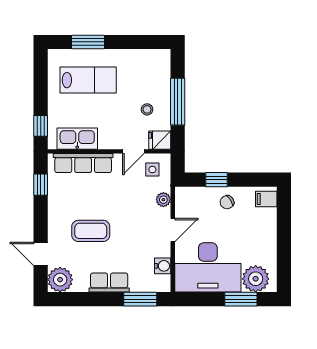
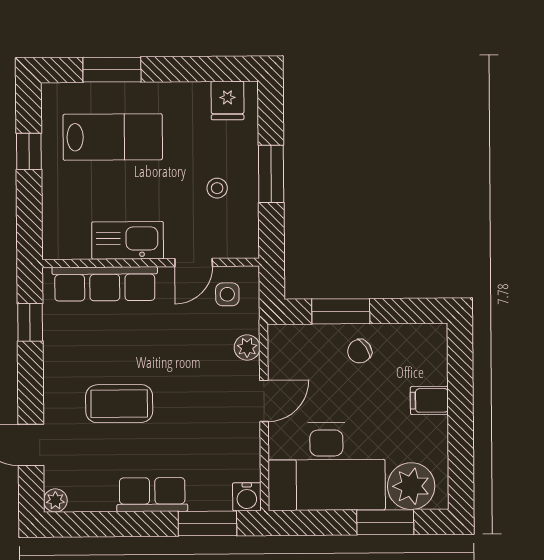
window: (178, 102) -> (271, 174), width x0.69
window: (41, 126) -> (29, 151), moved
kitchen sink: (77, 139) -> (128, 240), moved
fridge: (160, 140) -> (227, 101), moved, turned -90
window: (216, 180) -> (341, 311), width x1.50
filing cabinet: (266, 199) -> (429, 400), moved
water cooler: (163, 266) -> (247, 497), moved, turned 90
plant: (60, 280) -> (55, 500), width x0.53, depth x0.53

